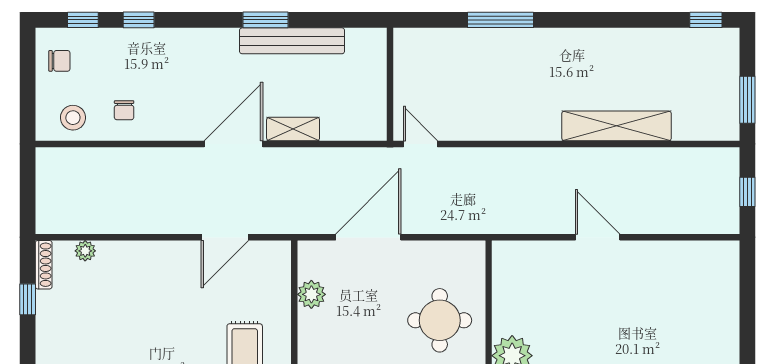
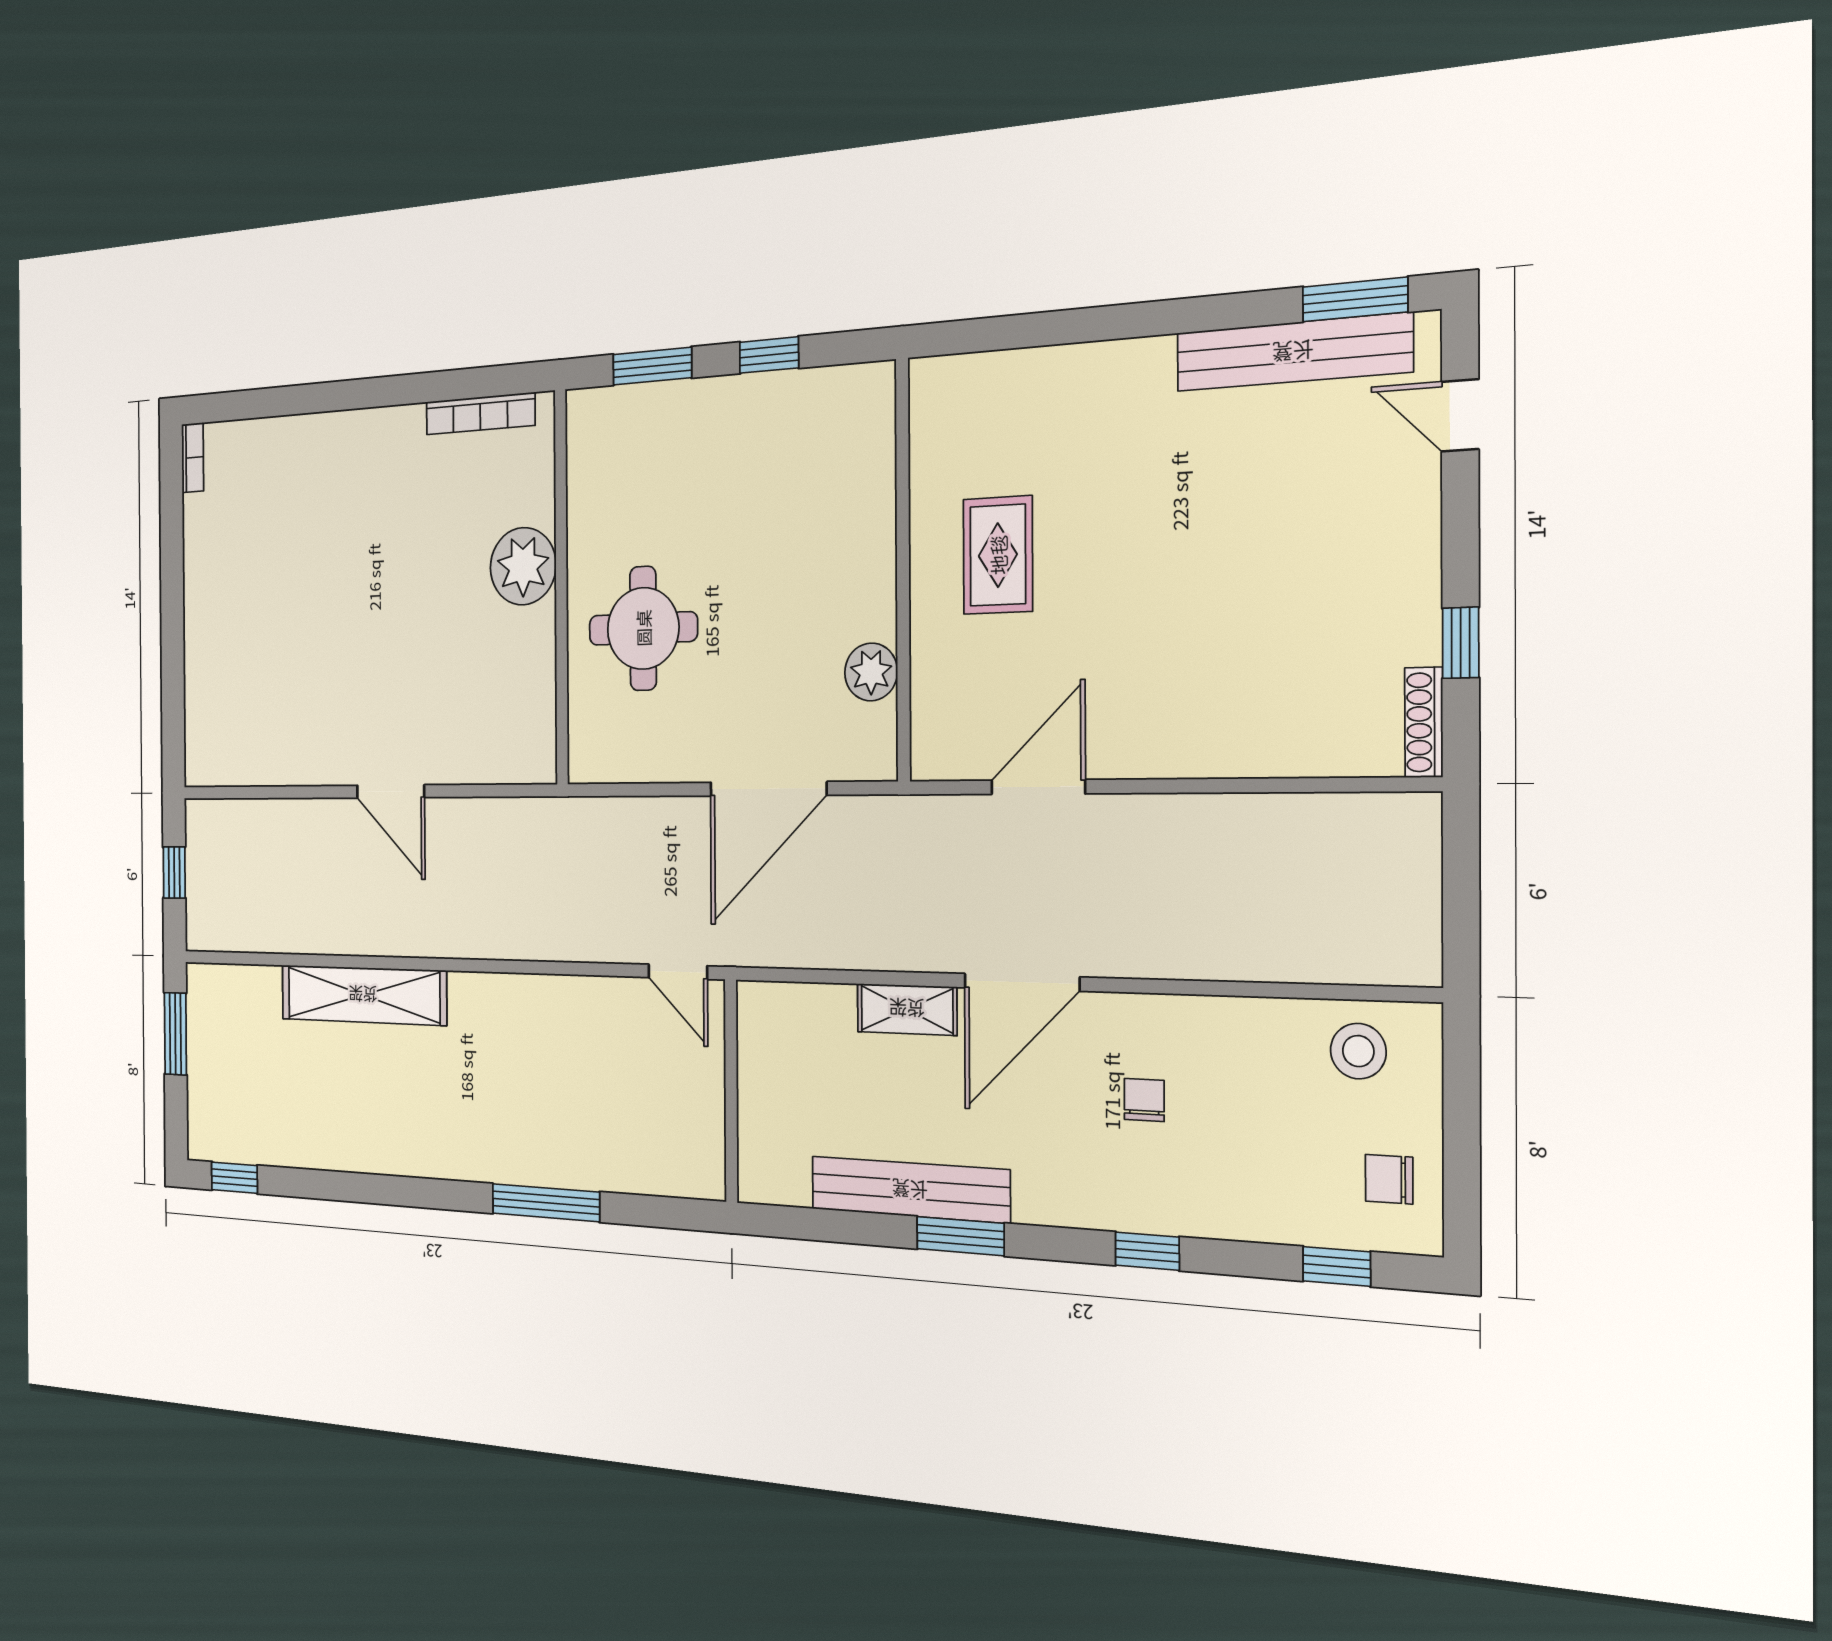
window: (139, 20) -> (1147, 1251), moved
chair: (124, 110) -> (1144, 1100), moved
plant: (85, 251) -> (1330, 755), removed

